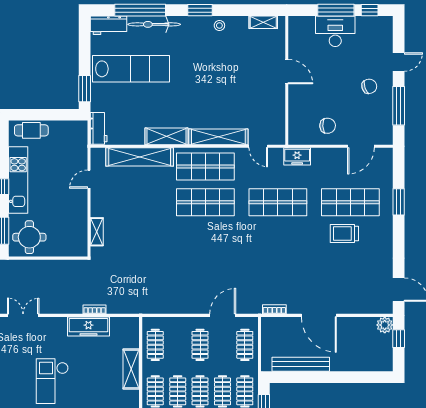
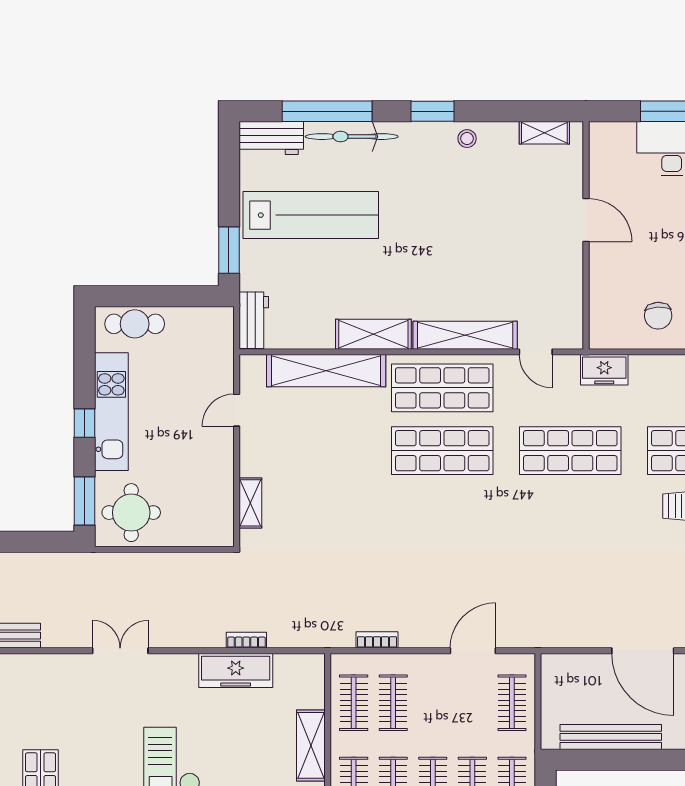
chair: (328, 126) -> (658, 316), turned 89
bookcase: (274, 309) -> (377, 640), moved
clothes rail: (200, 345) -> (393, 703), moved

